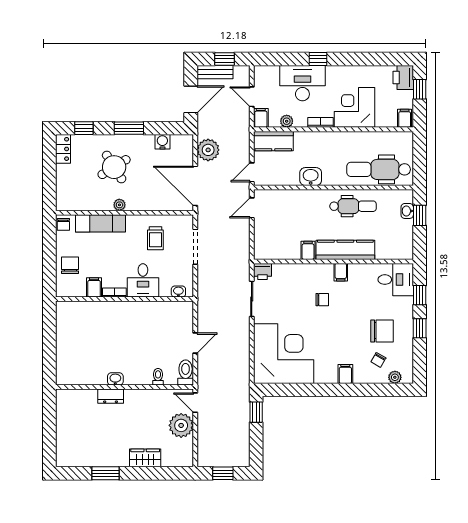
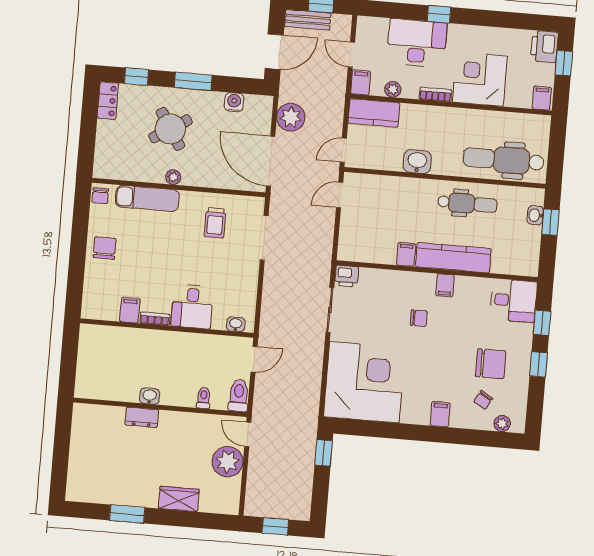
desk: (143, 280) -> (192, 306), moved
filing cabinet: (94, 287) -> (130, 310), moved
washbasin: (178, 292) -> (236, 324), moved
bookcase: (114, 293) -> (155, 319), moved
wall: (124, 299) -> (167, 328), moved

